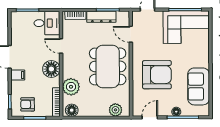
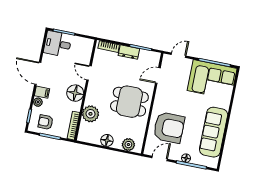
dresser: (101, 17) -> (129, 52), width x0.70
desk: (47, 23) -> (58, 44), moved, turned 180
door: (131, 34) -> (158, 75), hinge flipped
dining table: (108, 66) -> (129, 102), width x0.73
armchair: (157, 75) -> (169, 128), moved
plant: (16, 86) -> (38, 102), added
sofa: (199, 86) -> (214, 132), width x1.36
floor lamp: (72, 110) -> (107, 140), moved

